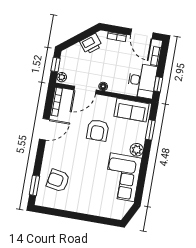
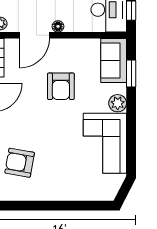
sofa: (132, 110) -> (114, 60), moved, turned 90

